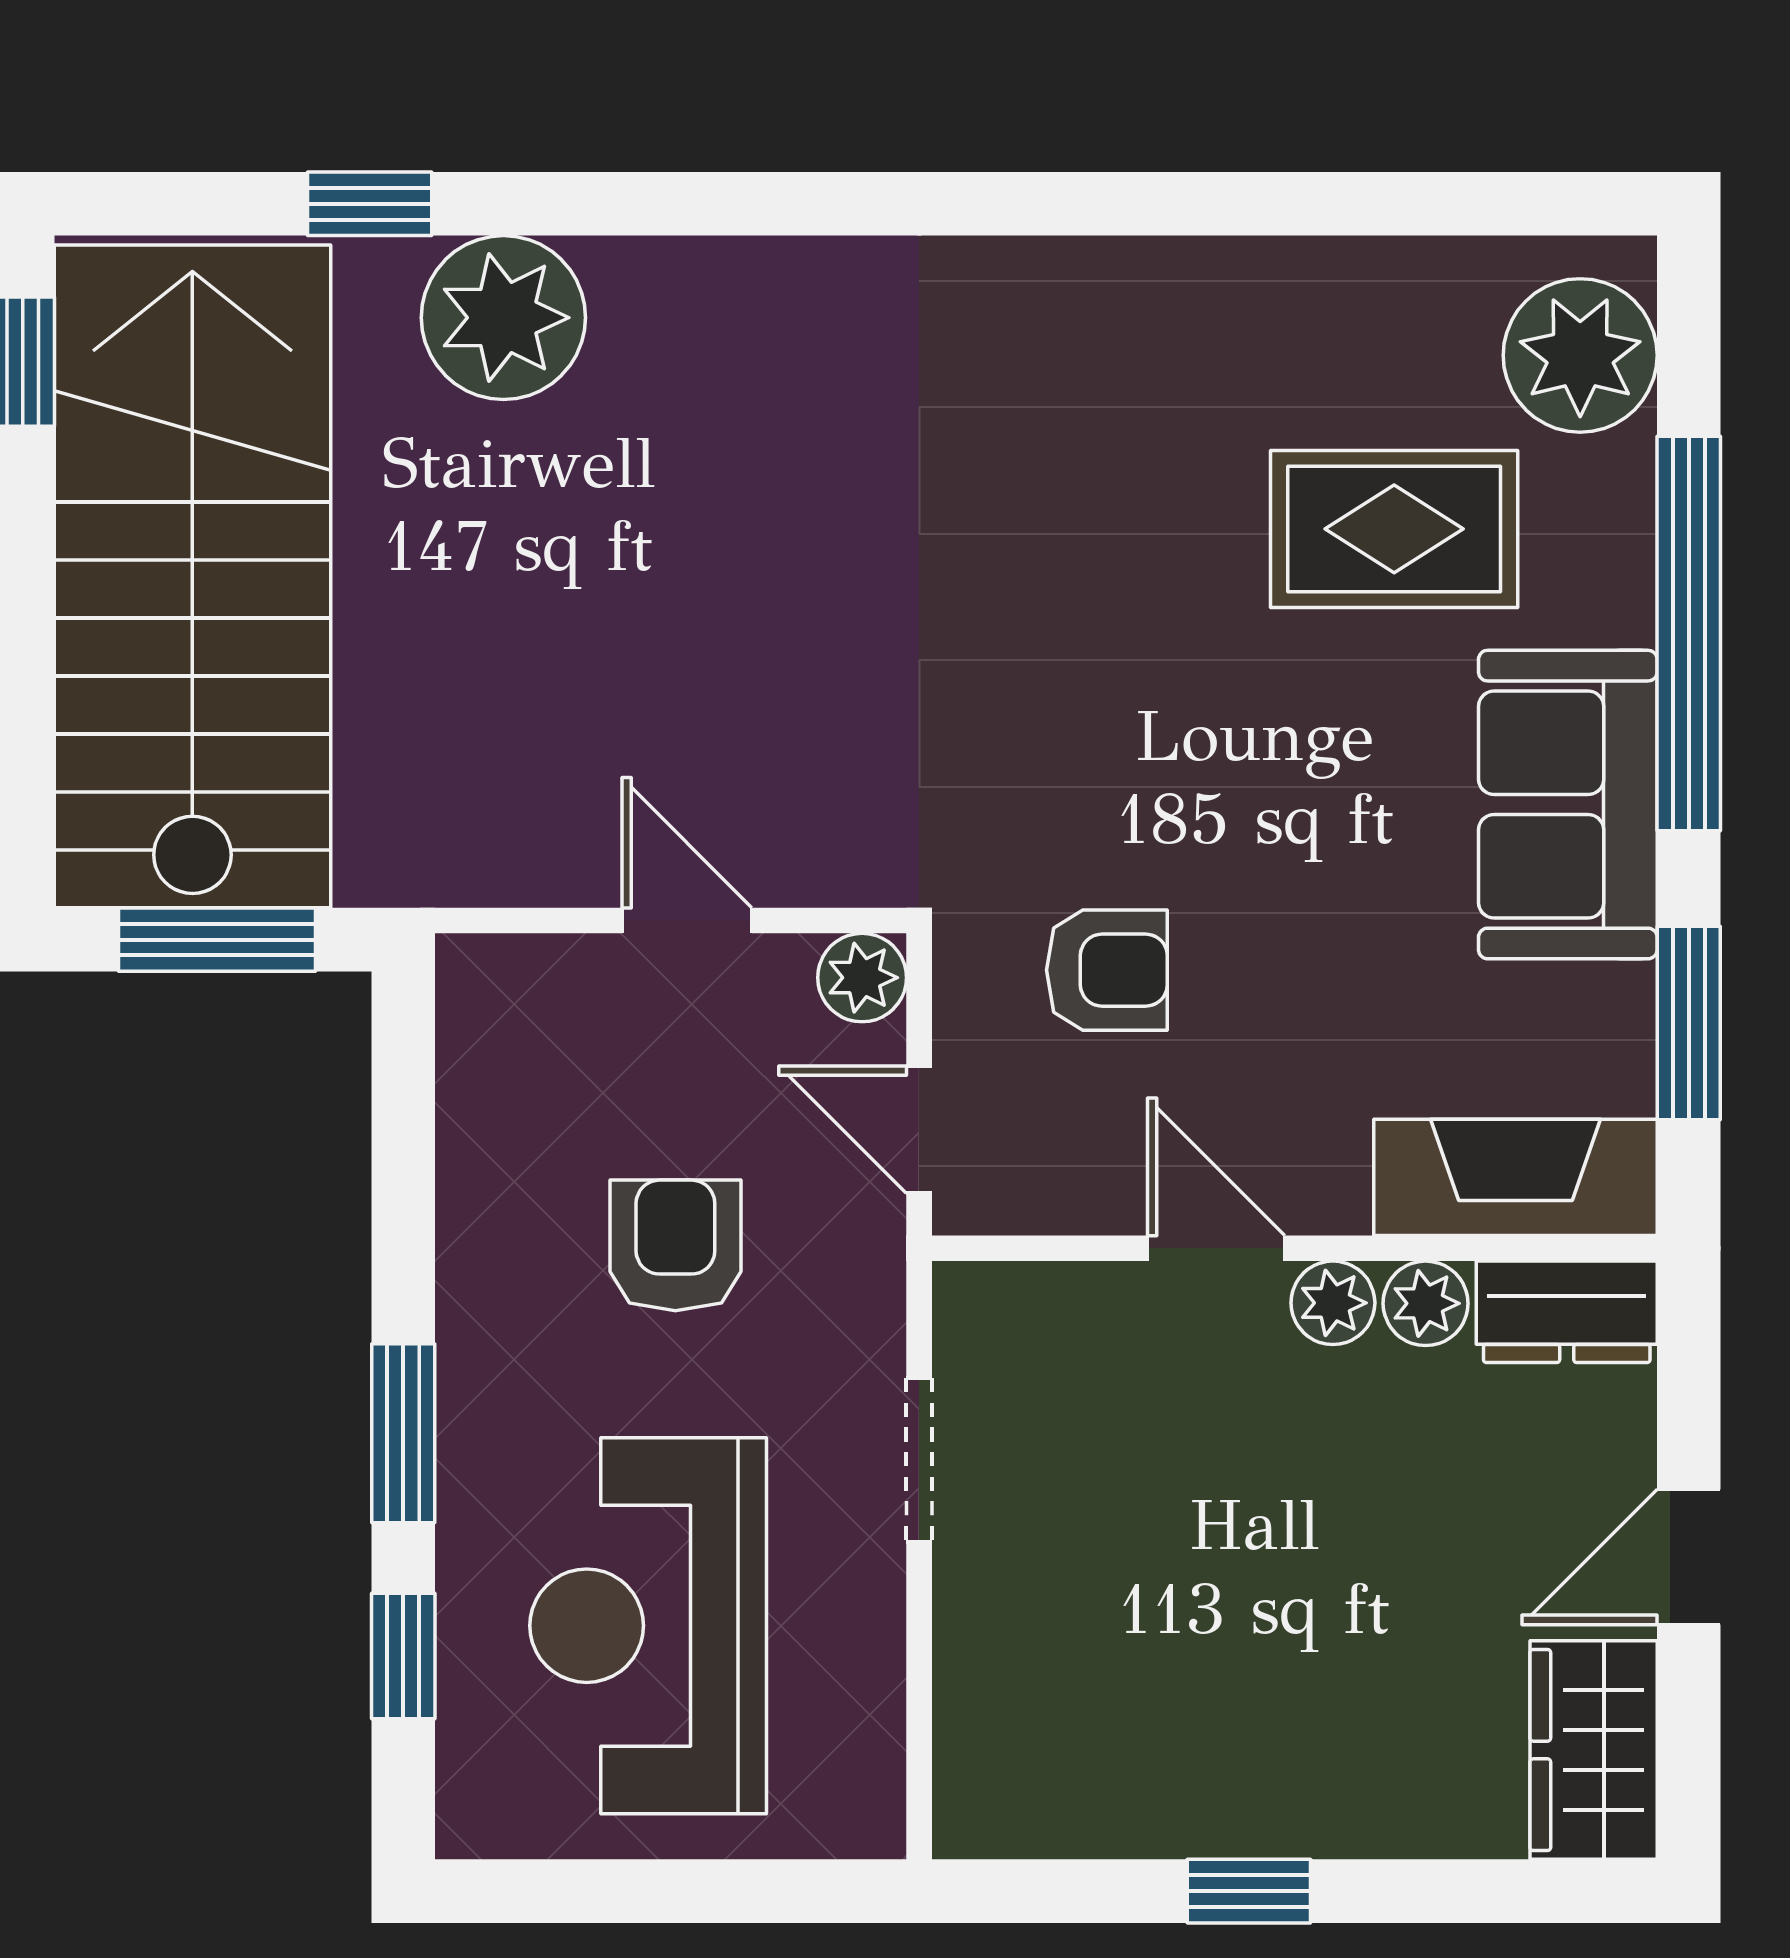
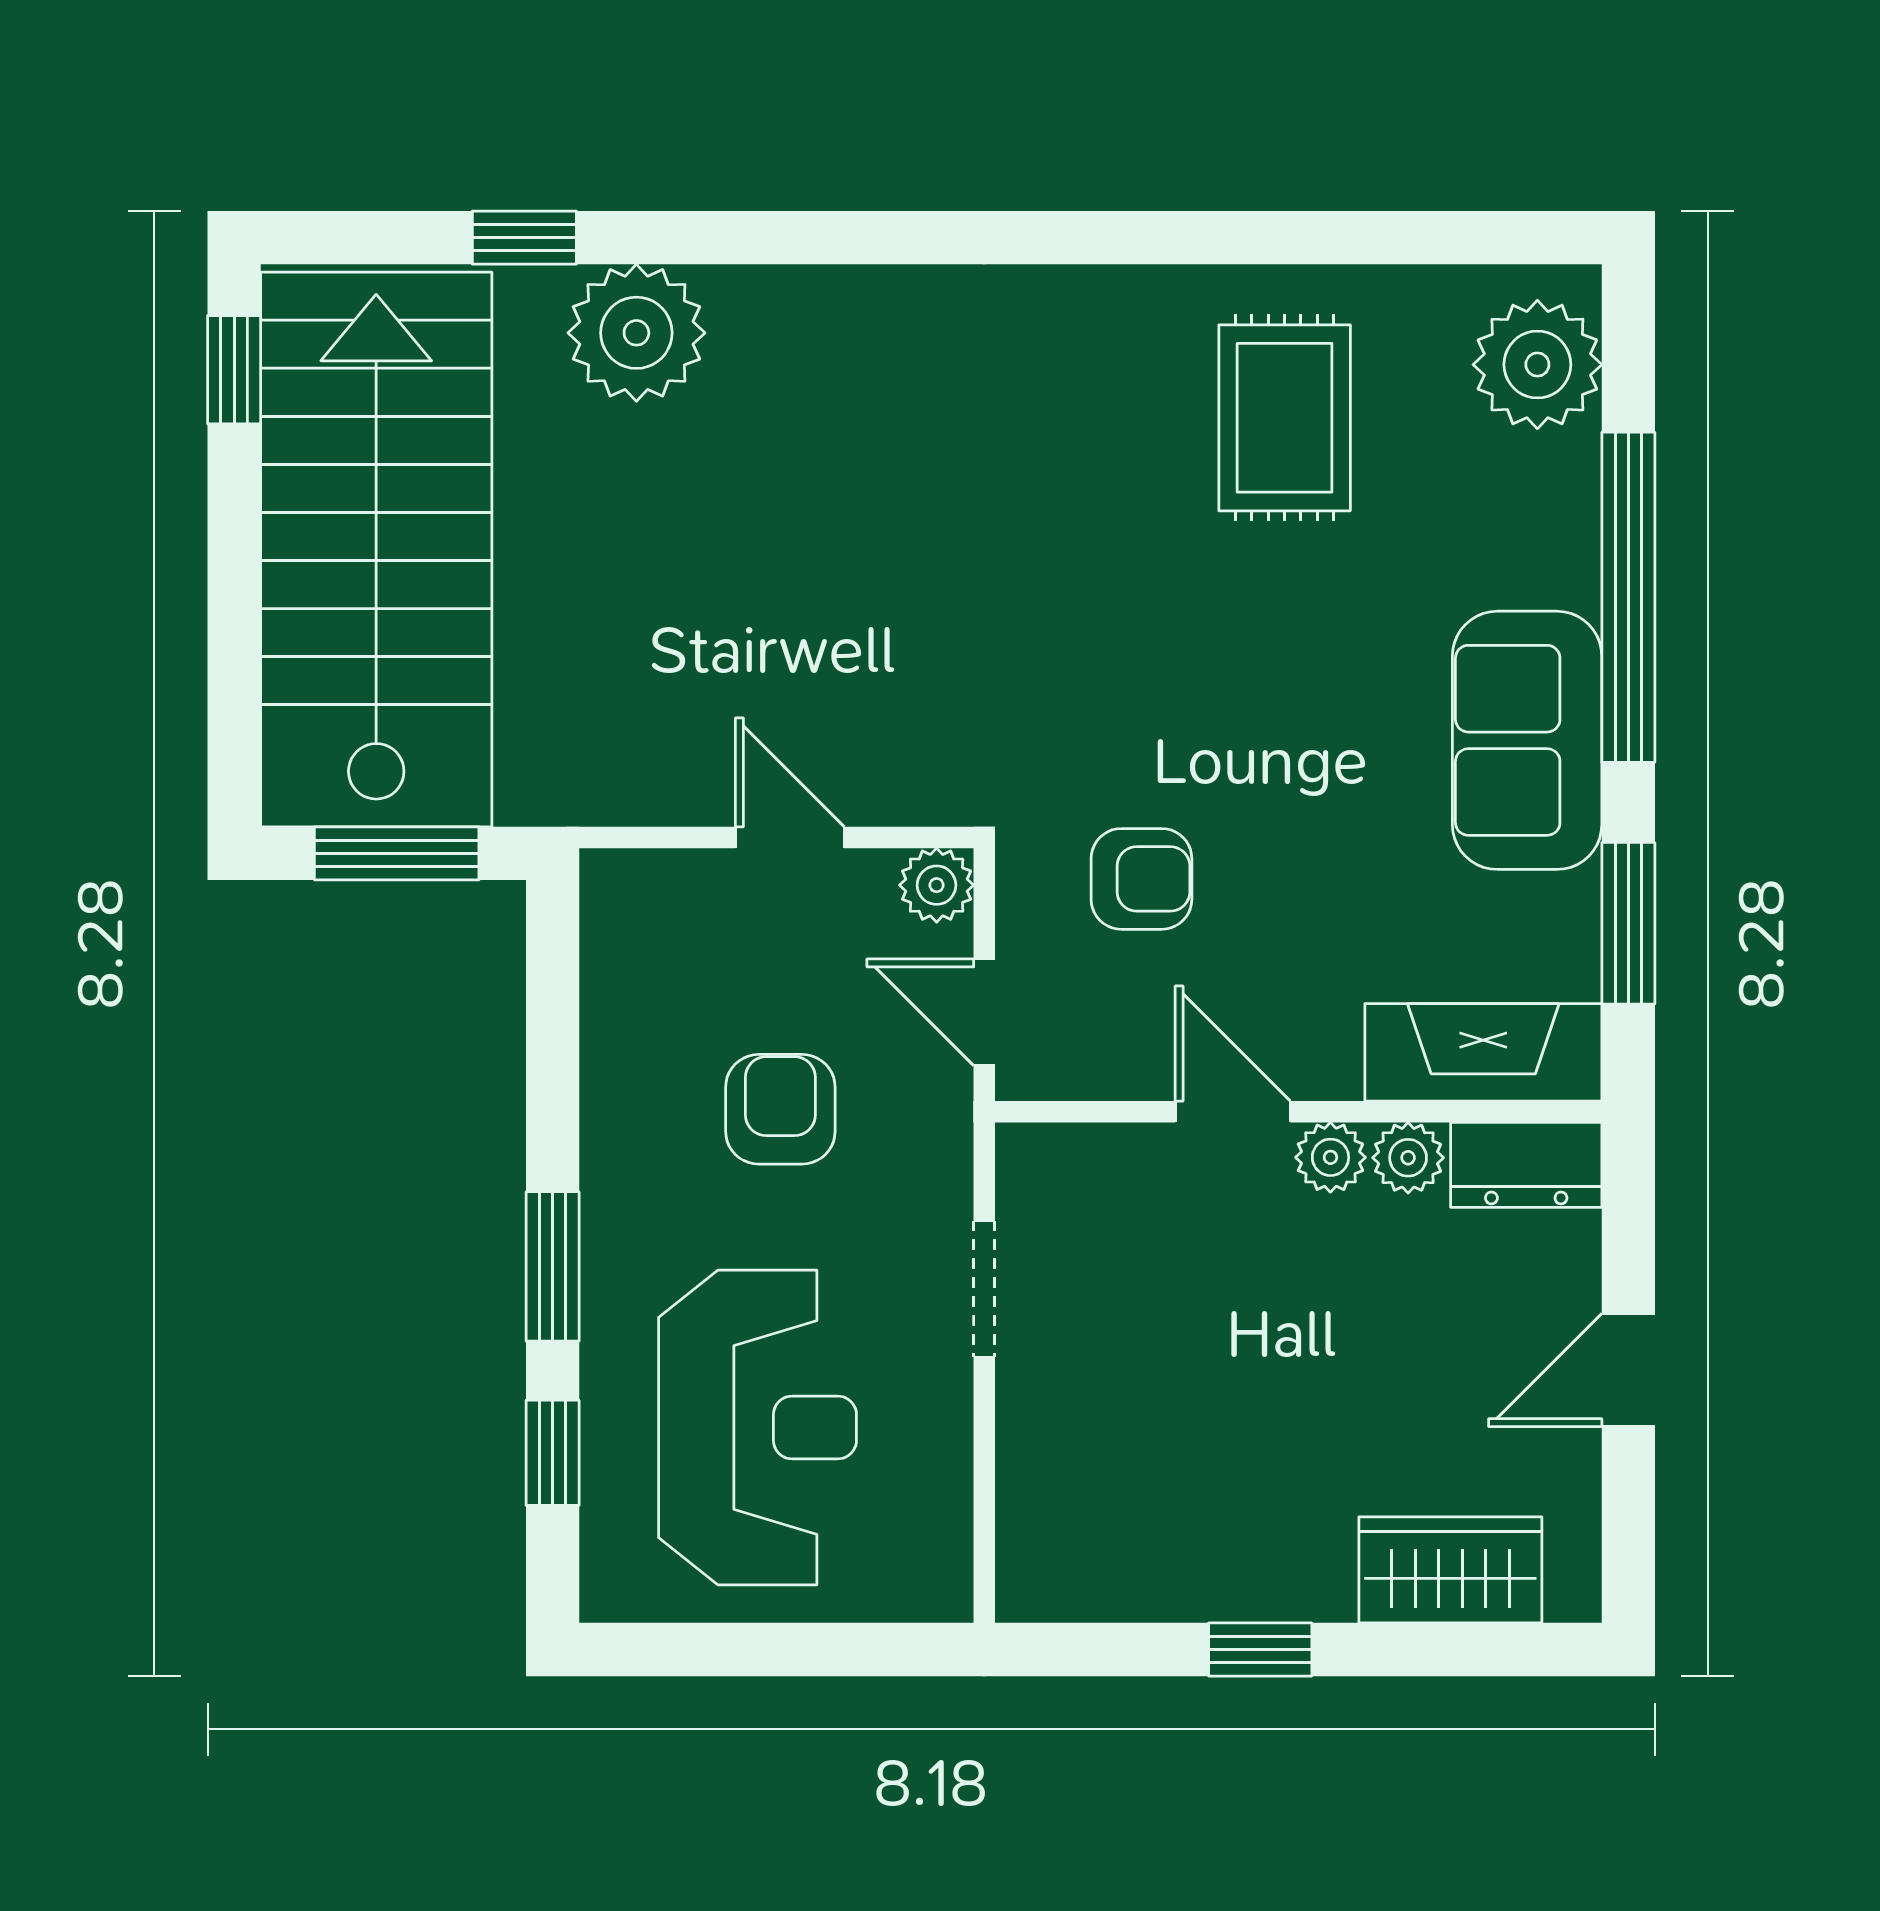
rug: (1394, 529) -> (1285, 418), moved, turned 90
reception desk: (648, 1626) -> (758, 1427), turned 180
wardrobe: (1594, 1750) -> (1450, 1570), moved, turned 90

